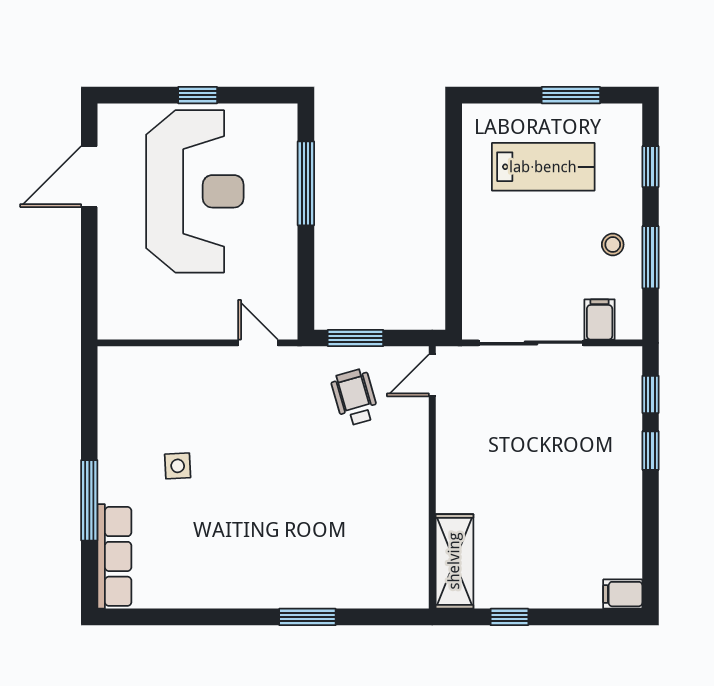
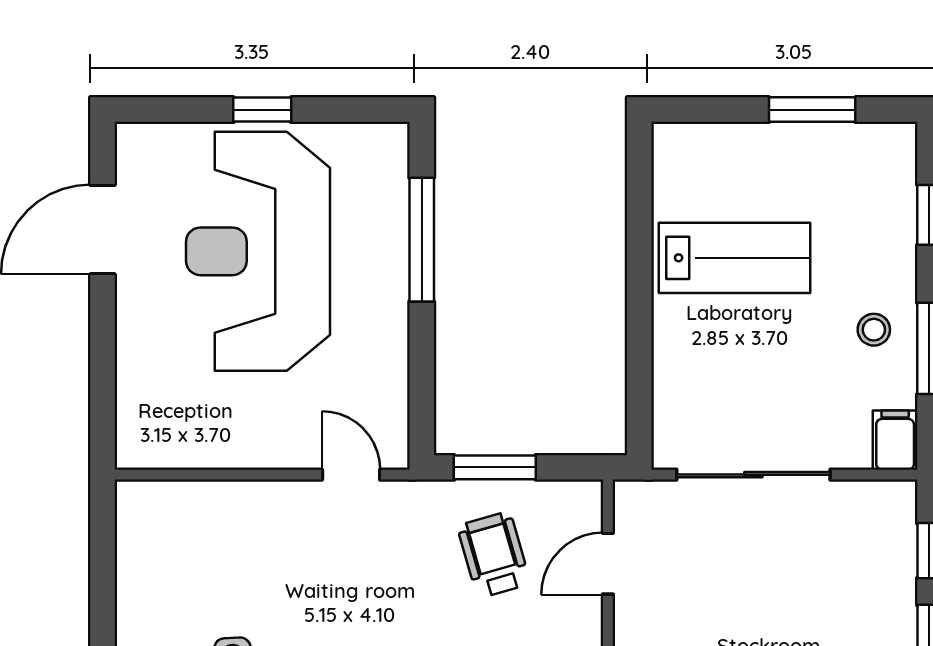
lab bench: (543, 167) -> (734, 258), moved
reception desk: (195, 191) -> (258, 251), turned 180
filing cabinet: (600, 319) -> (895, 440), moved
door: (432, 375) -> (608, 564), moved

